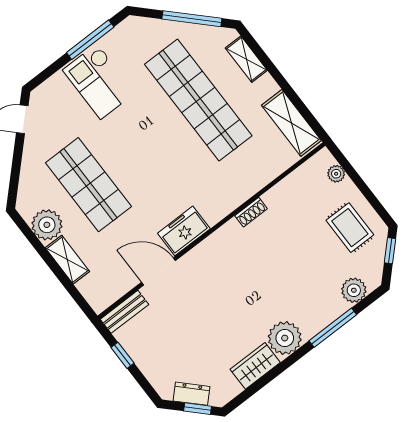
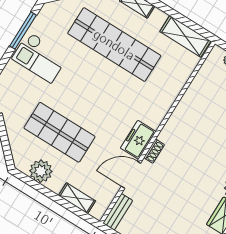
shoe rack: (251, 212) -> (154, 151), moved
shelving: (67, 260) -> (77, 198), moved

